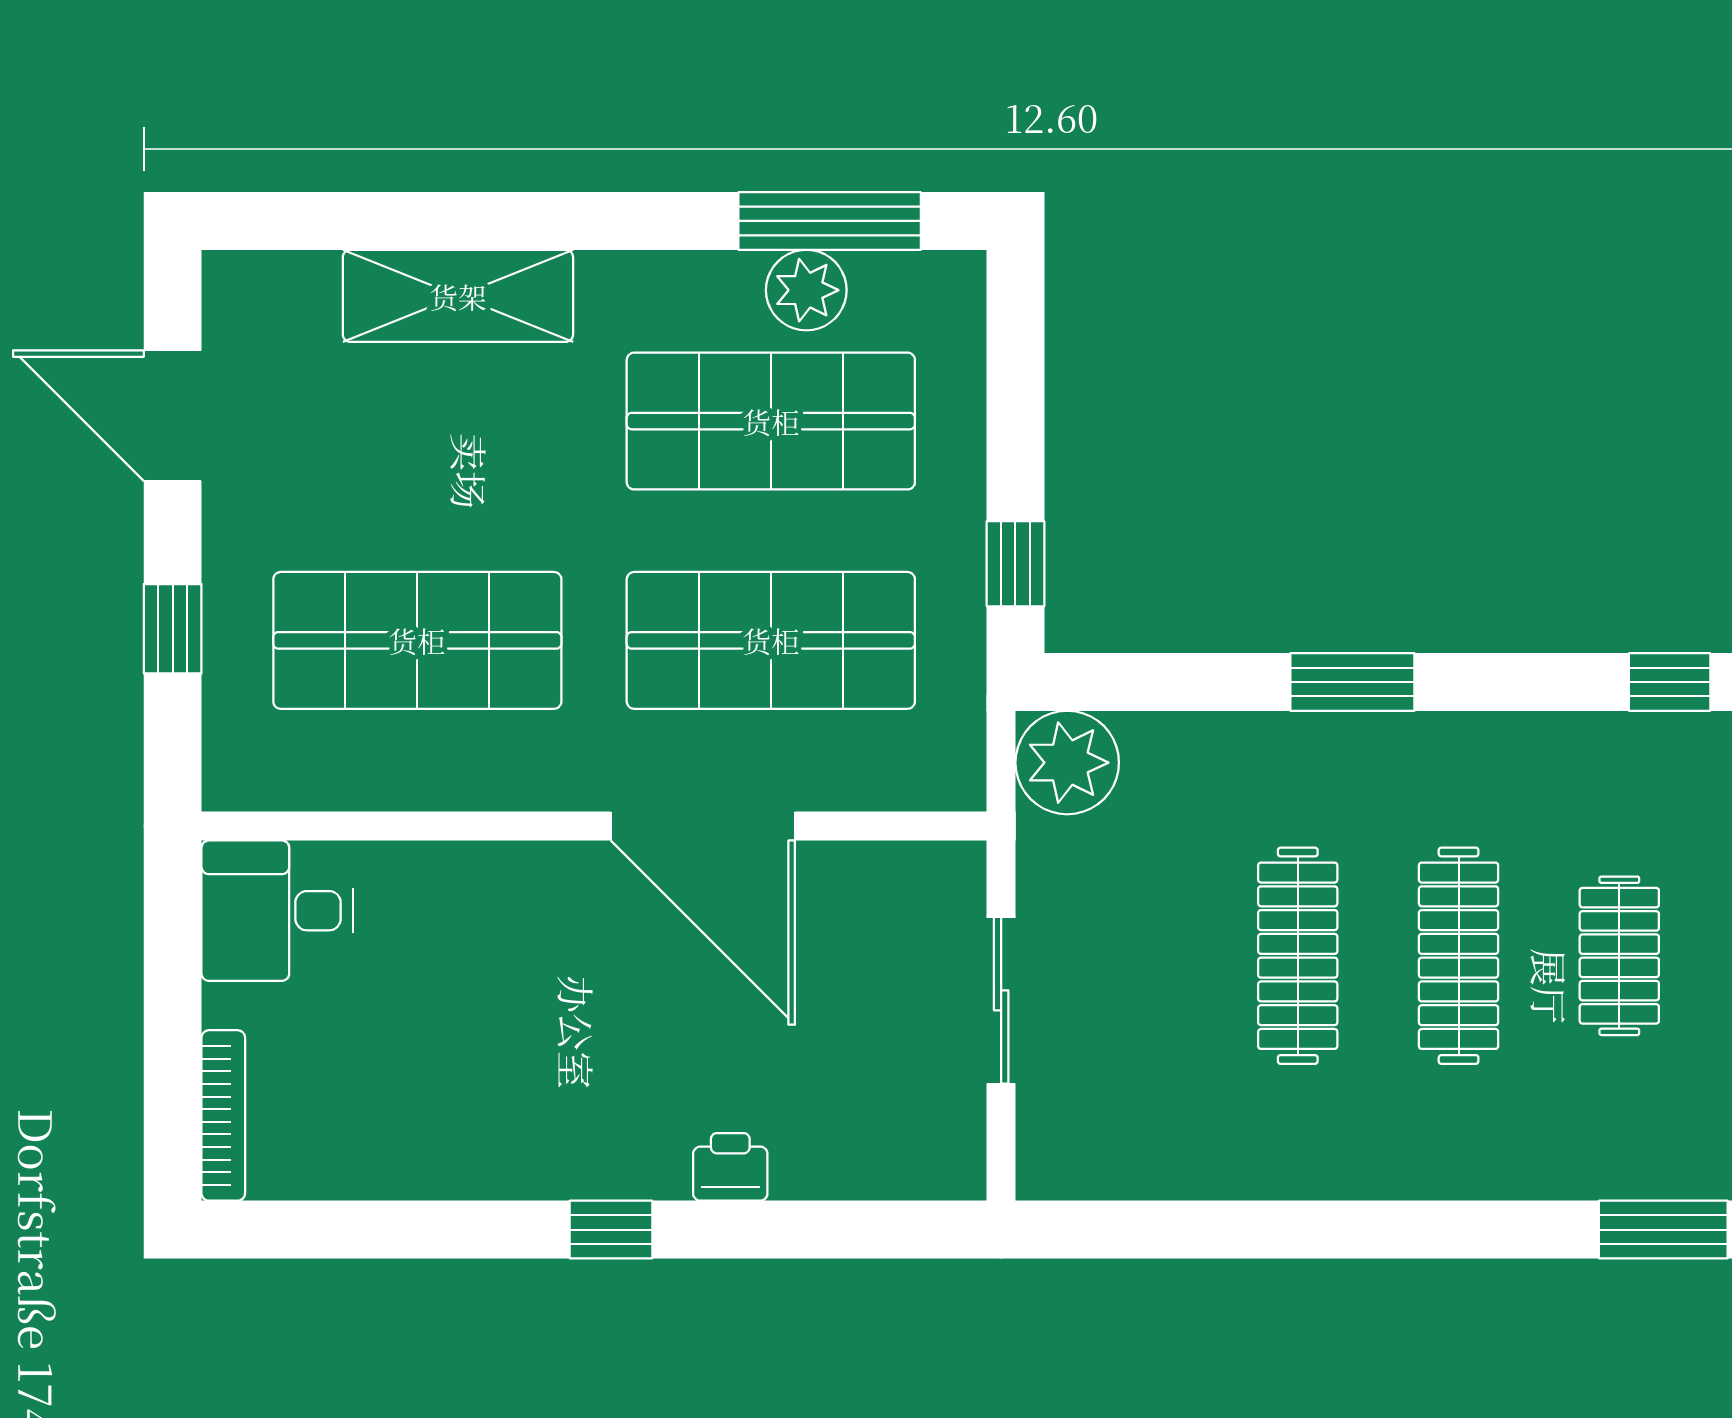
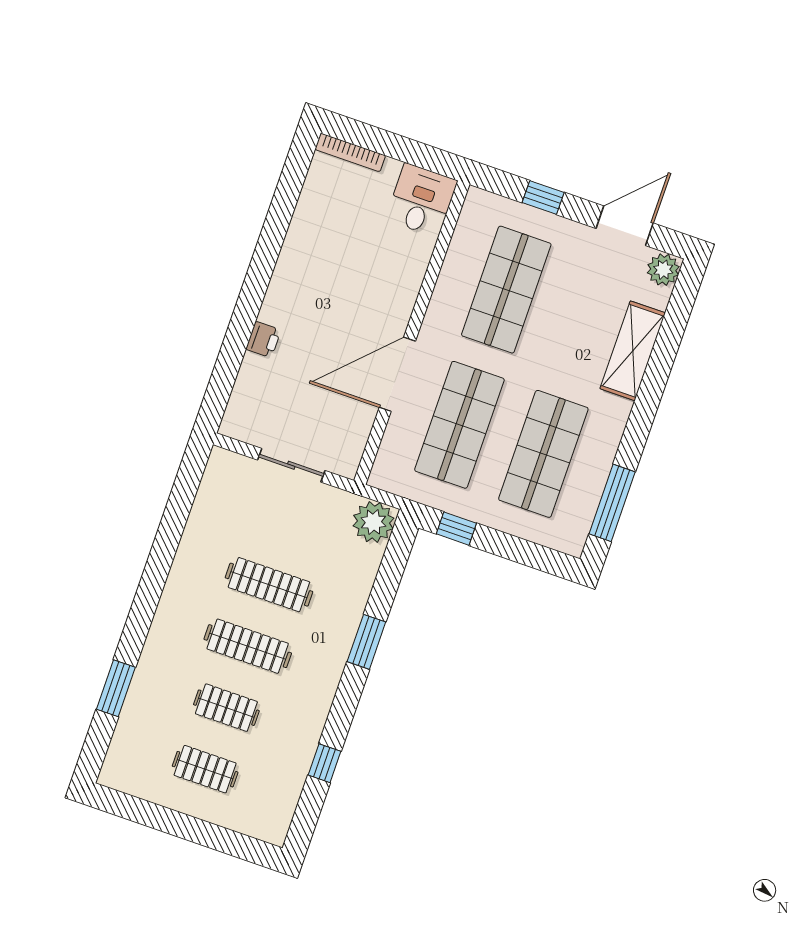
plant: (806, 290) -> (663, 270), moved
window: (611, 1230) -> (255, 286), removed

